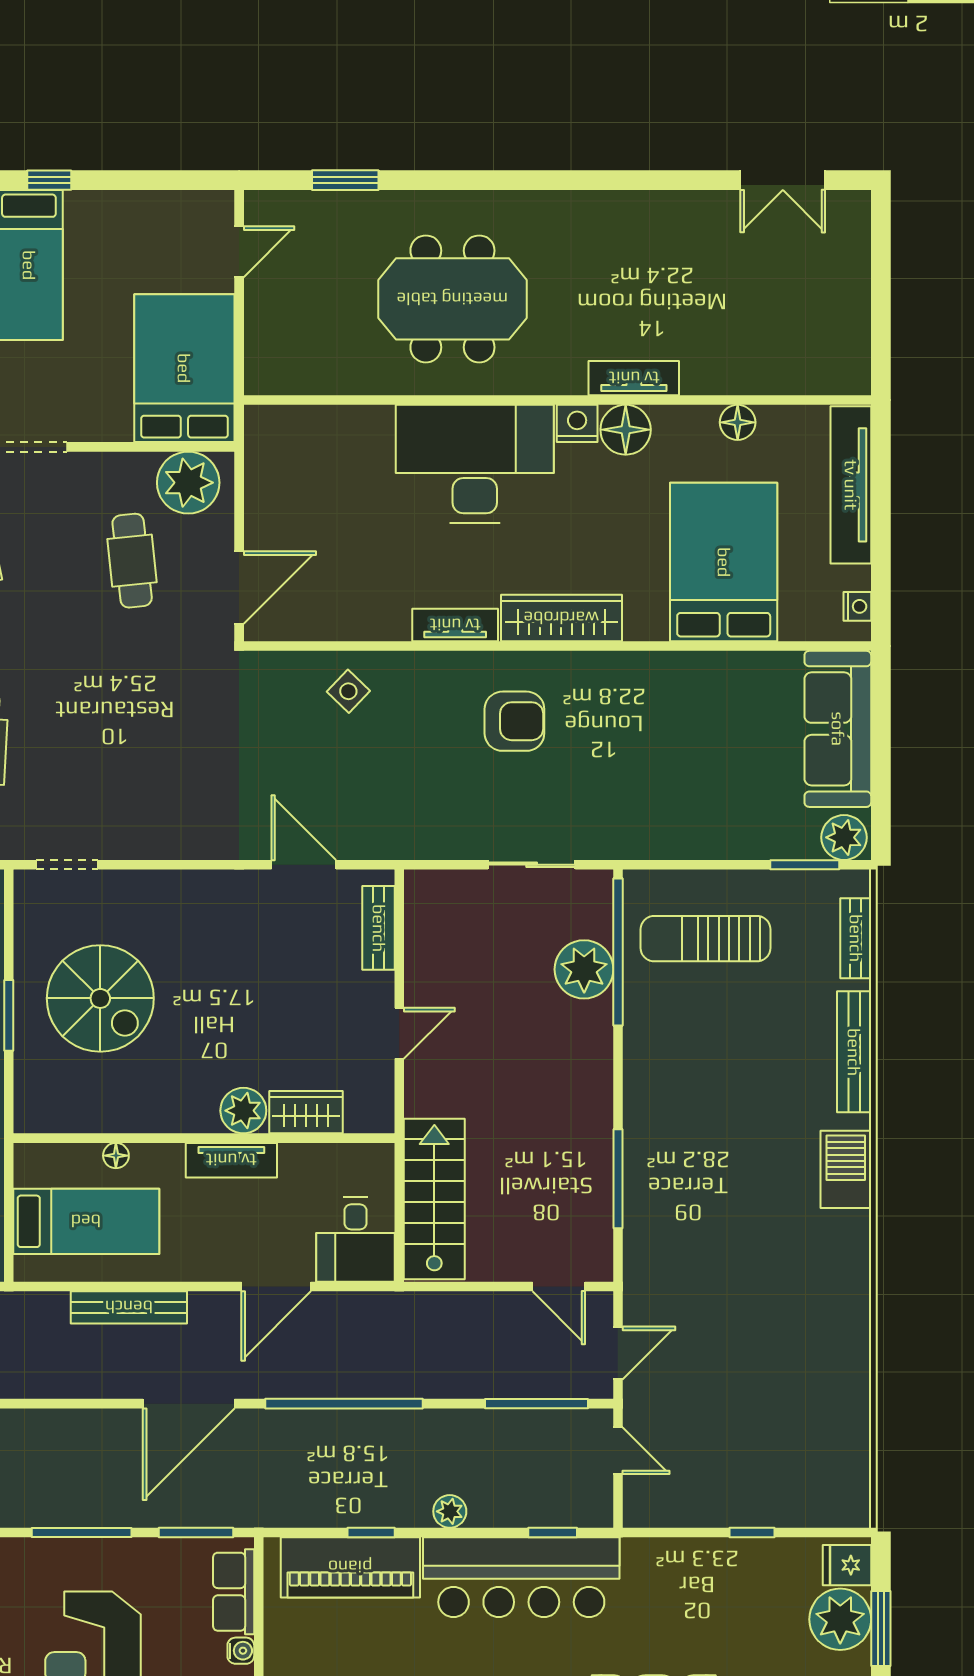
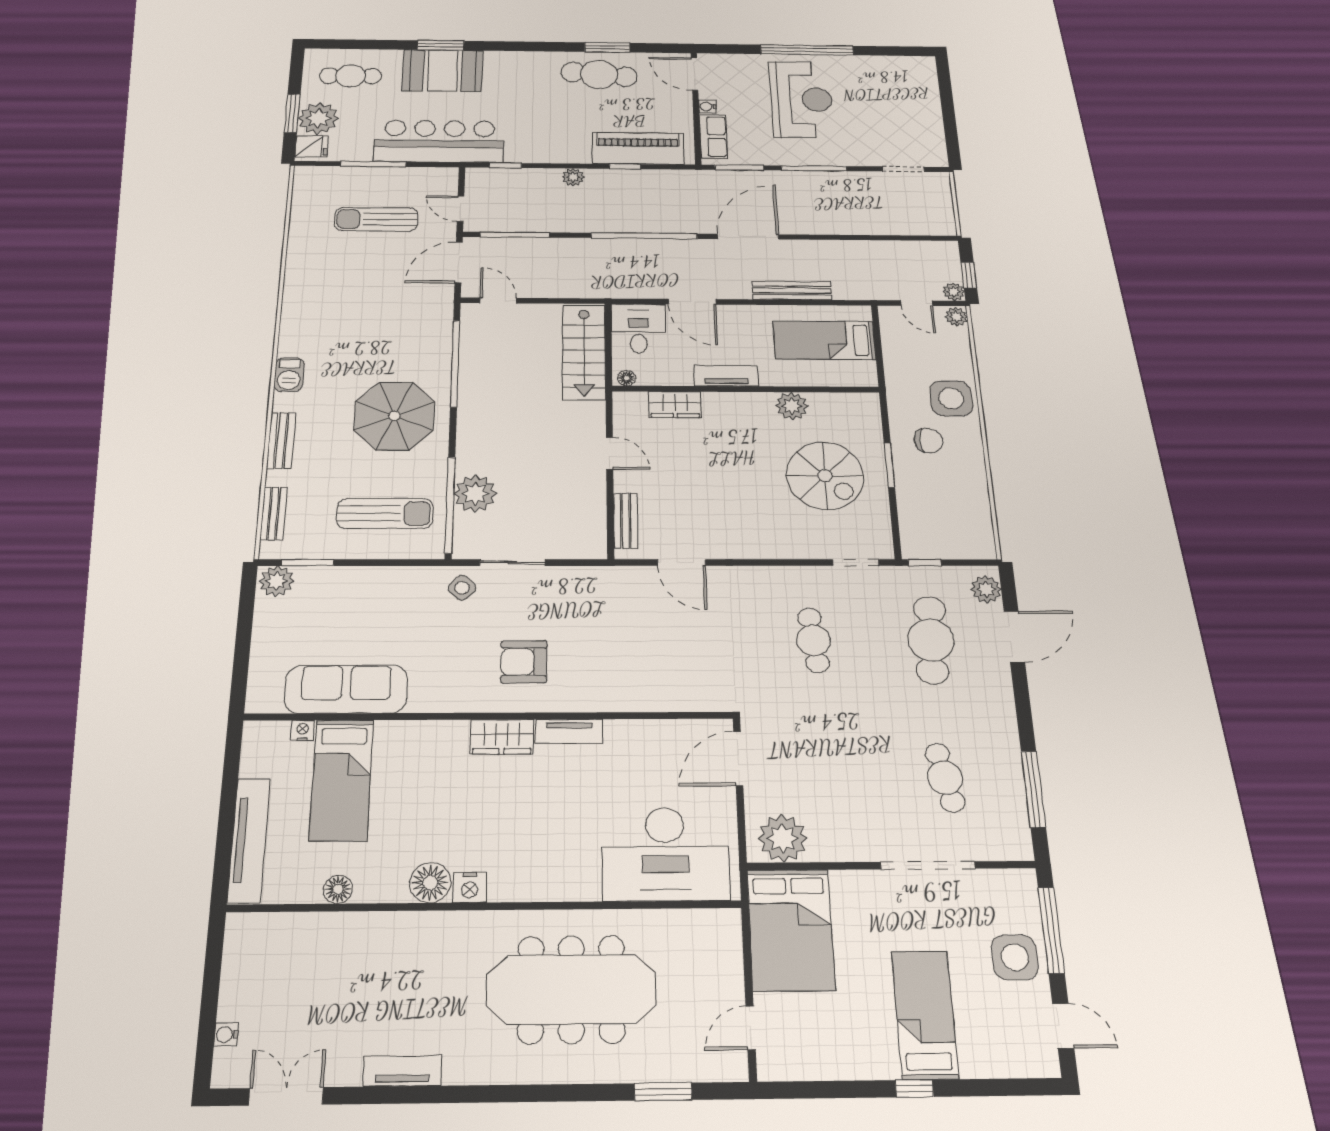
water cooler: (858, 251) -> (226, 1035), added
meeting table: (452, 299) -> (571, 989), width x1.36
tv unit: (634, 378) -> (402, 1071), moved, turned 180
desk: (475, 464) -> (665, 854), moved
cafe table: (132, 561) -> (814, 640), moved
bed: (724, 562) -> (342, 780), width x0.67
nightstand: (857, 606) -> (303, 731), moved, turned 90
wardrobe: (561, 618) -> (502, 737), width x0.67
side table: (348, 691) -> (462, 588), moved
sofa: (838, 729) -> (346, 689), moved, turned -90
spiral stairs: (100, 998) -> (825, 476), turned 180
door: (399, 1033) -> (610, 453), swing flipped
bench: (854, 1052) -> (281, 441), width x0.73
parasol: (700, 1092) -> (395, 416), added
plant: (243, 1111) -> (792, 406), moved
floor lamp: (116, 1156) -> (627, 378), moved
barbecue: (846, 1169) -> (289, 375), width x0.73, depth x0.79
window: (618, 1179) -> (455, 363), width x1.46
door: (276, 1286) -> (692, 302), swing flipped
door: (618, 1353) -> (459, 262), width x1.38
sun lounger: (742, 1430) -> (376, 219), added
window: (752, 1533) -> (373, 164), width x2.17
bar counter: (521, 1577) -> (439, 141), moved

